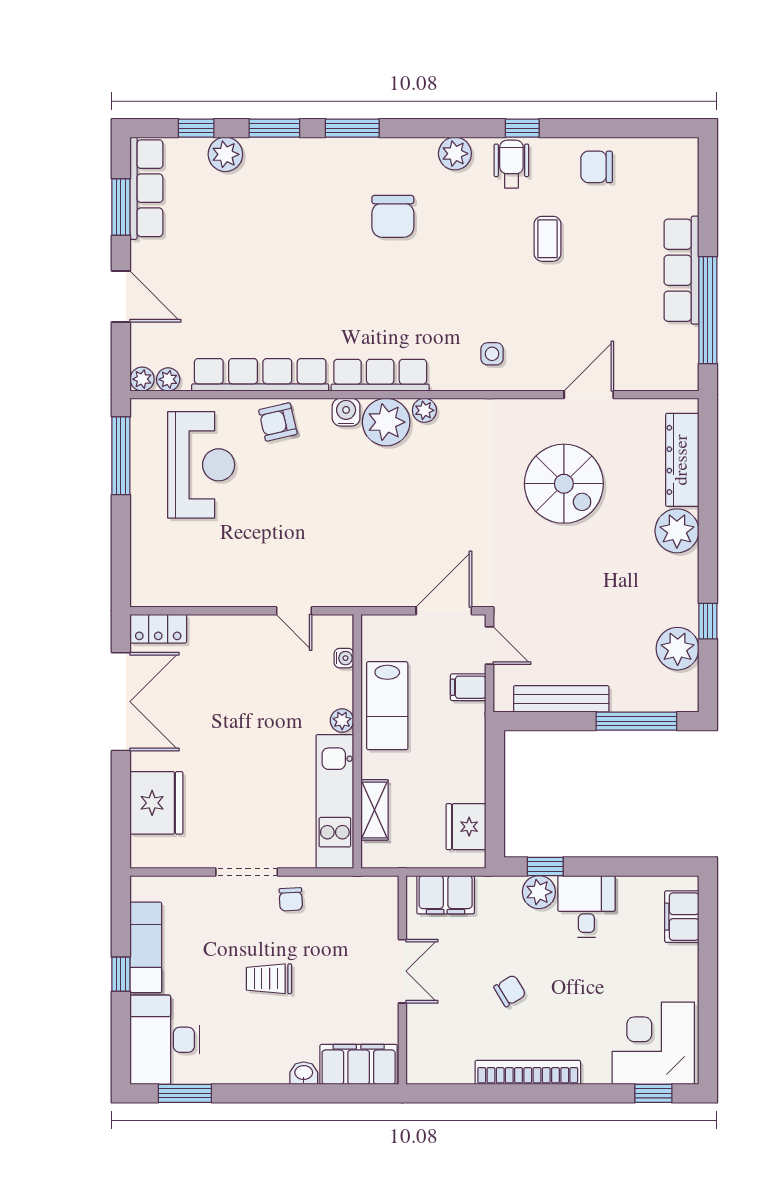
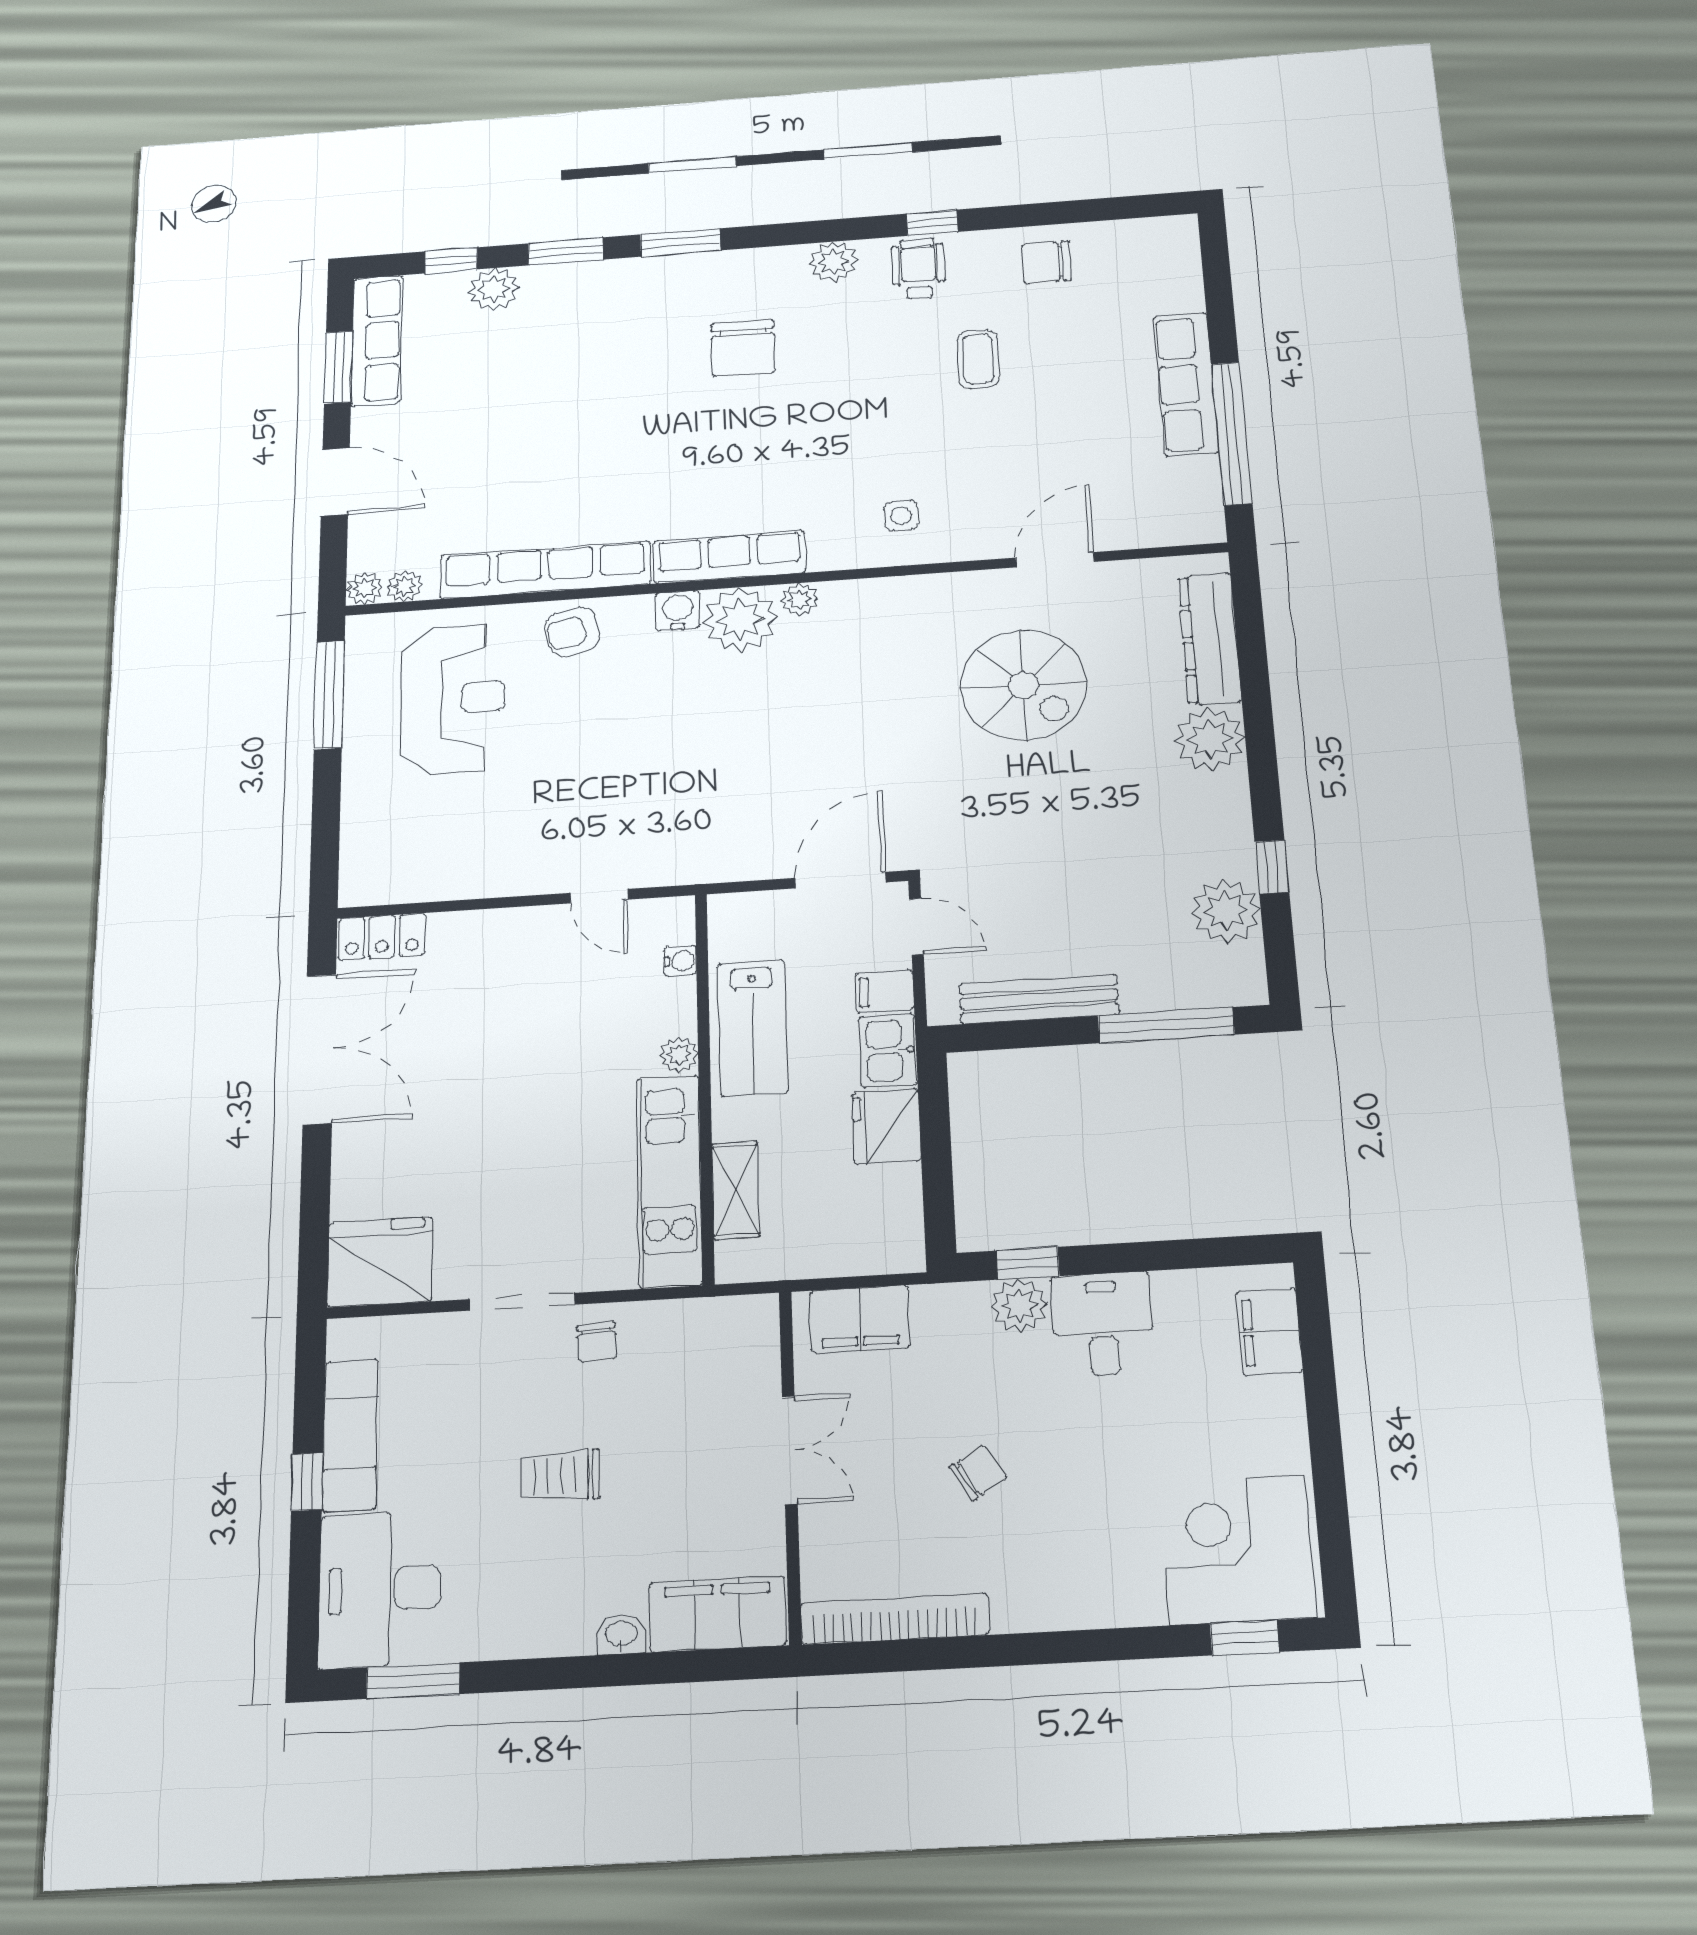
kitchen sink: (469, 726) -> (888, 1051), added
fridge: (156, 803) -> (380, 1262), moved, turned -90
fridge: (466, 827) -> (886, 1126), moved
bookcase: (528, 1072) -> (895, 1619), moved

